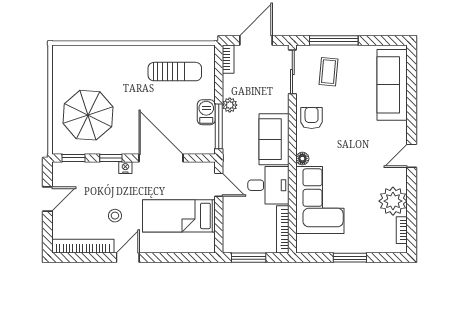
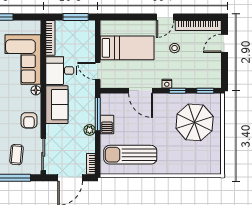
sun lounger: (175, 72) -> (130, 155), width x1.36, depth x1.34
door: (161, 158) -> (141, 91), width x0.73
door: (47, 199) -> (225, 43), moved

